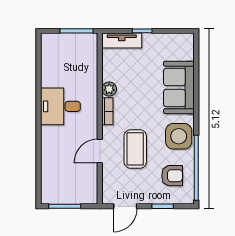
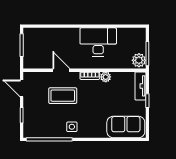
plant: (86, 43) -> (139, 60), added
sofa: (179, 87) -> (126, 127), moved
desk: (60, 106) -> (98, 42), width x1.37
side table: (179, 136) -> (72, 127), width x0.54, depth x0.54
armchair: (172, 176) -> (44, 122), removed

